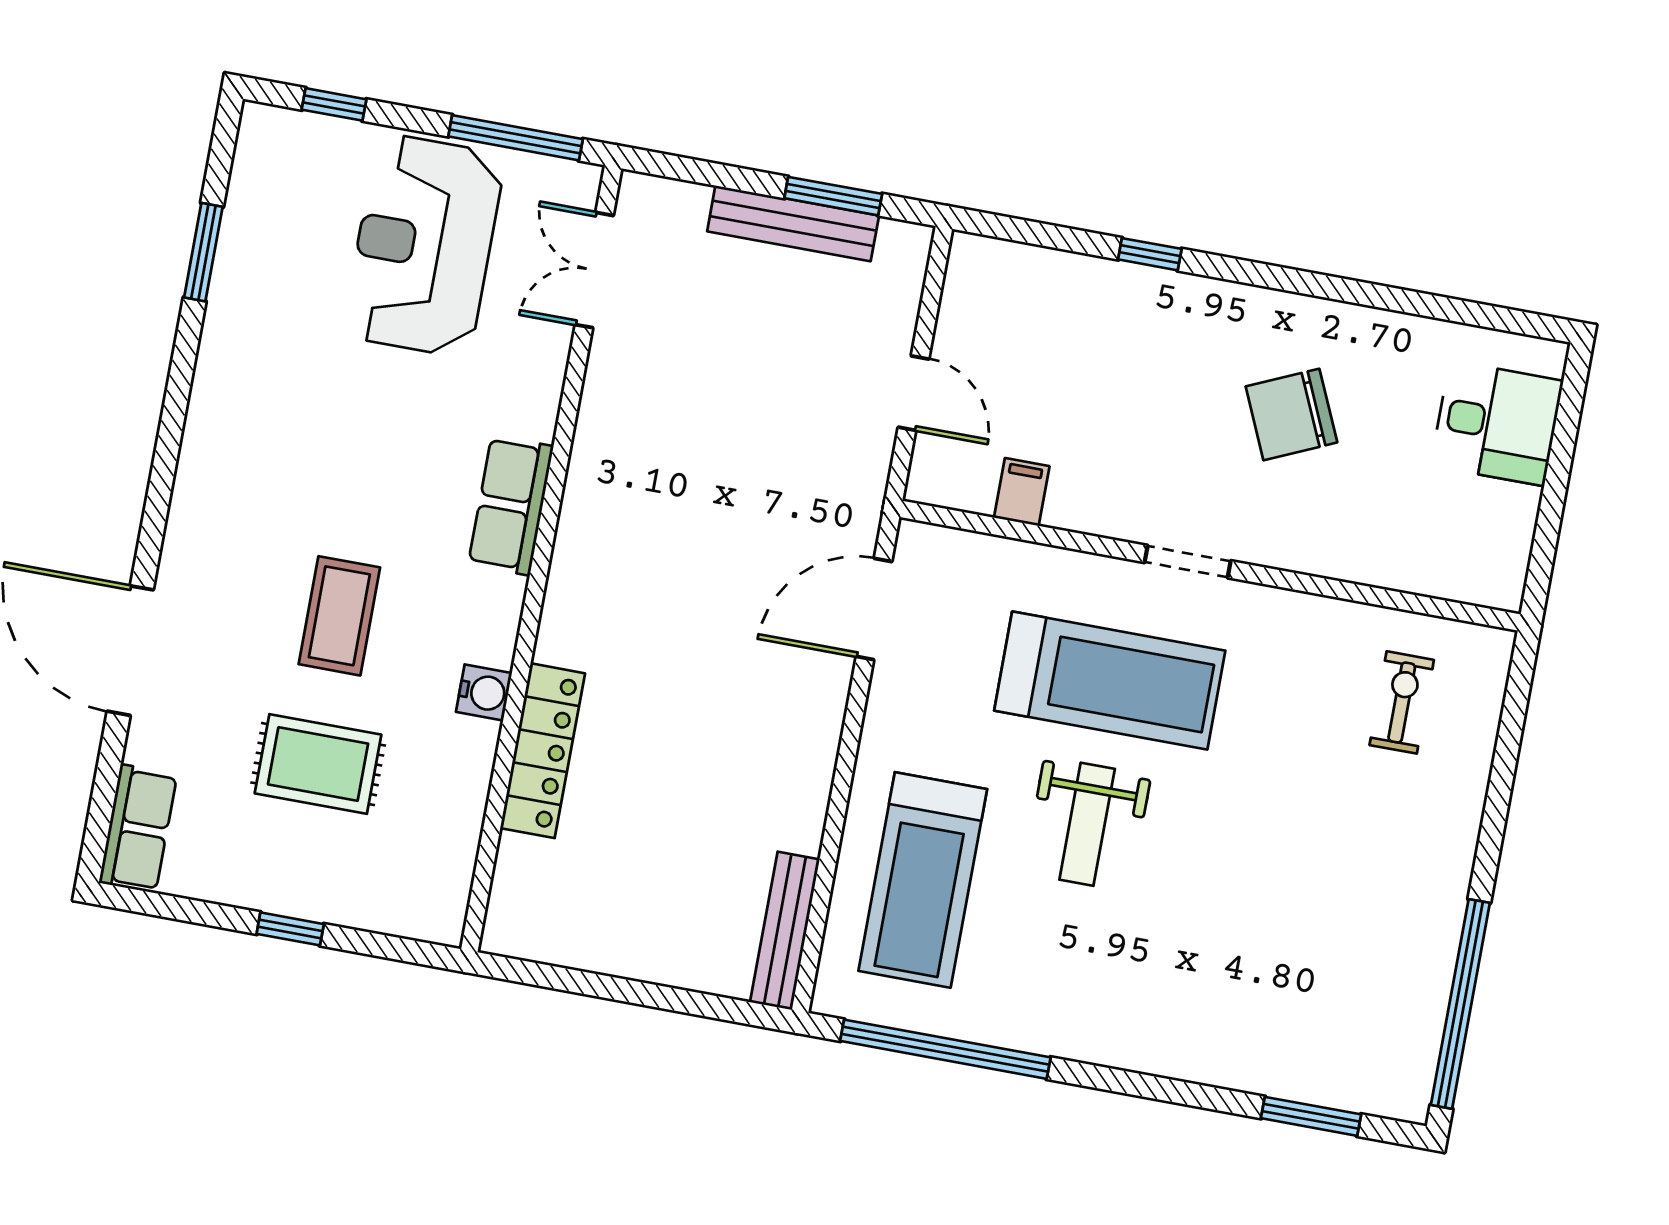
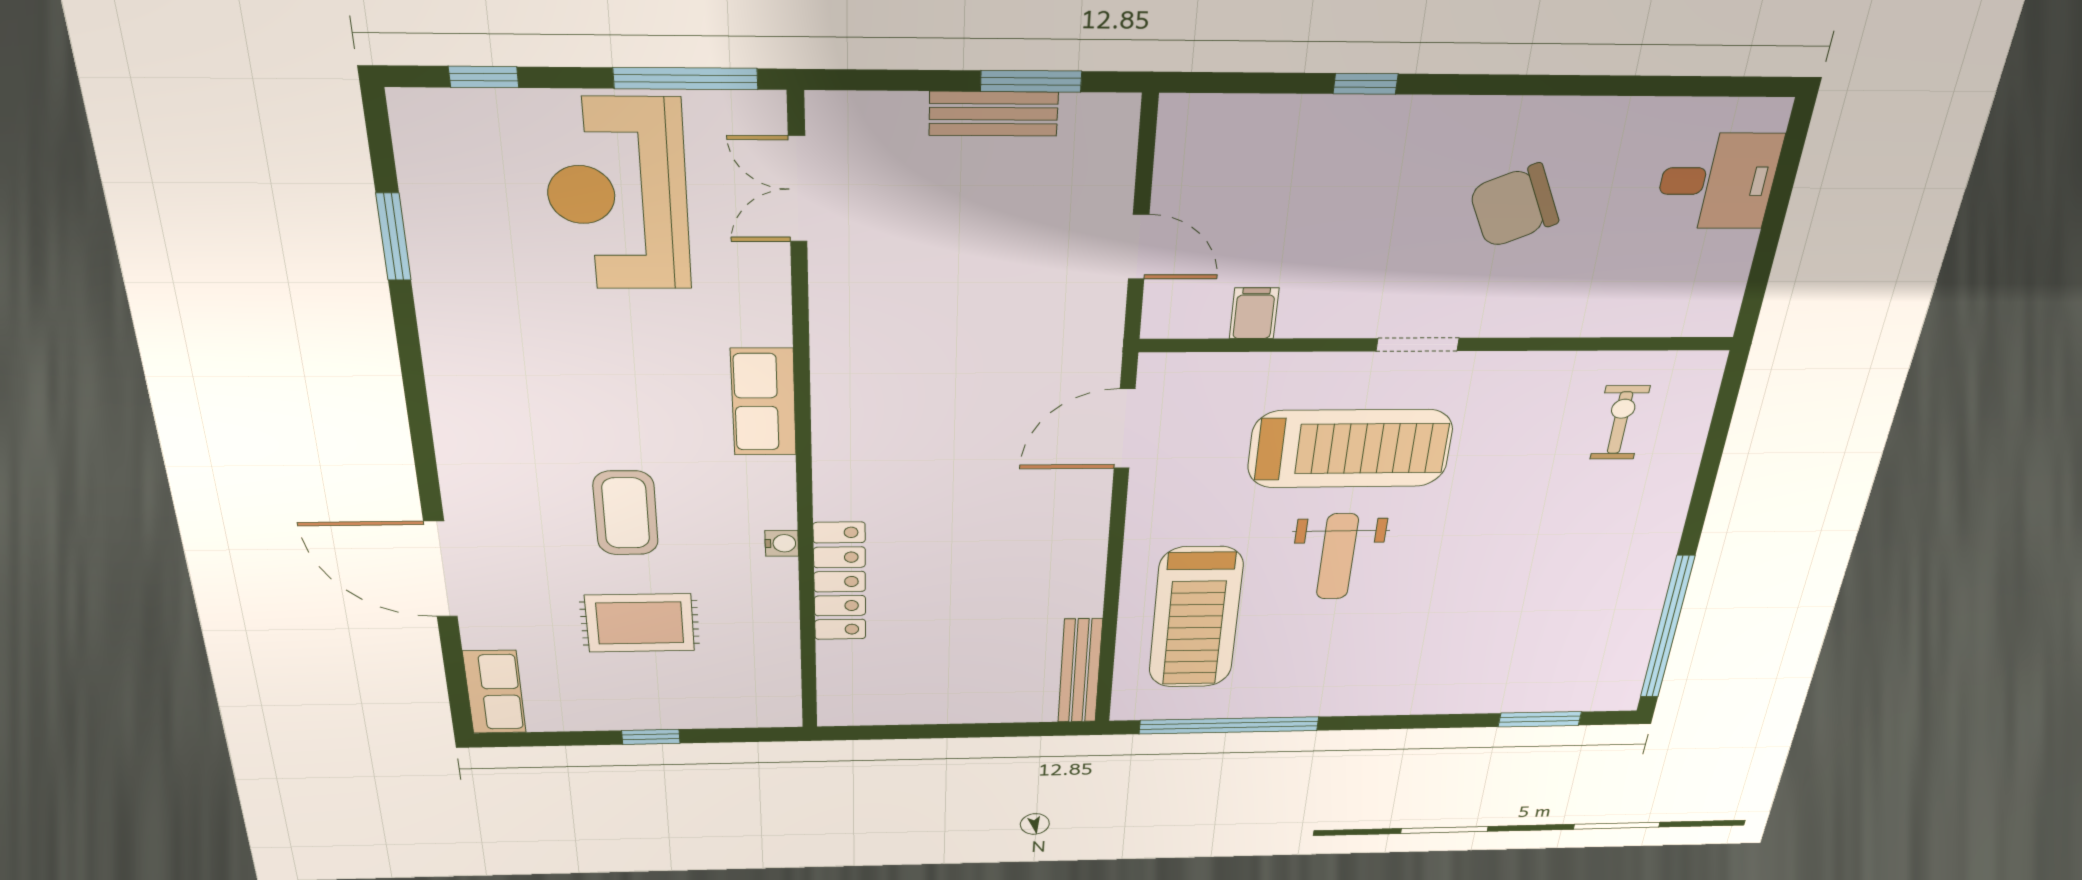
bench: (793, 223) -> (994, 114), width x0.73
water cooler: (484, 692) -> (782, 543), width x0.72, depth x0.72

